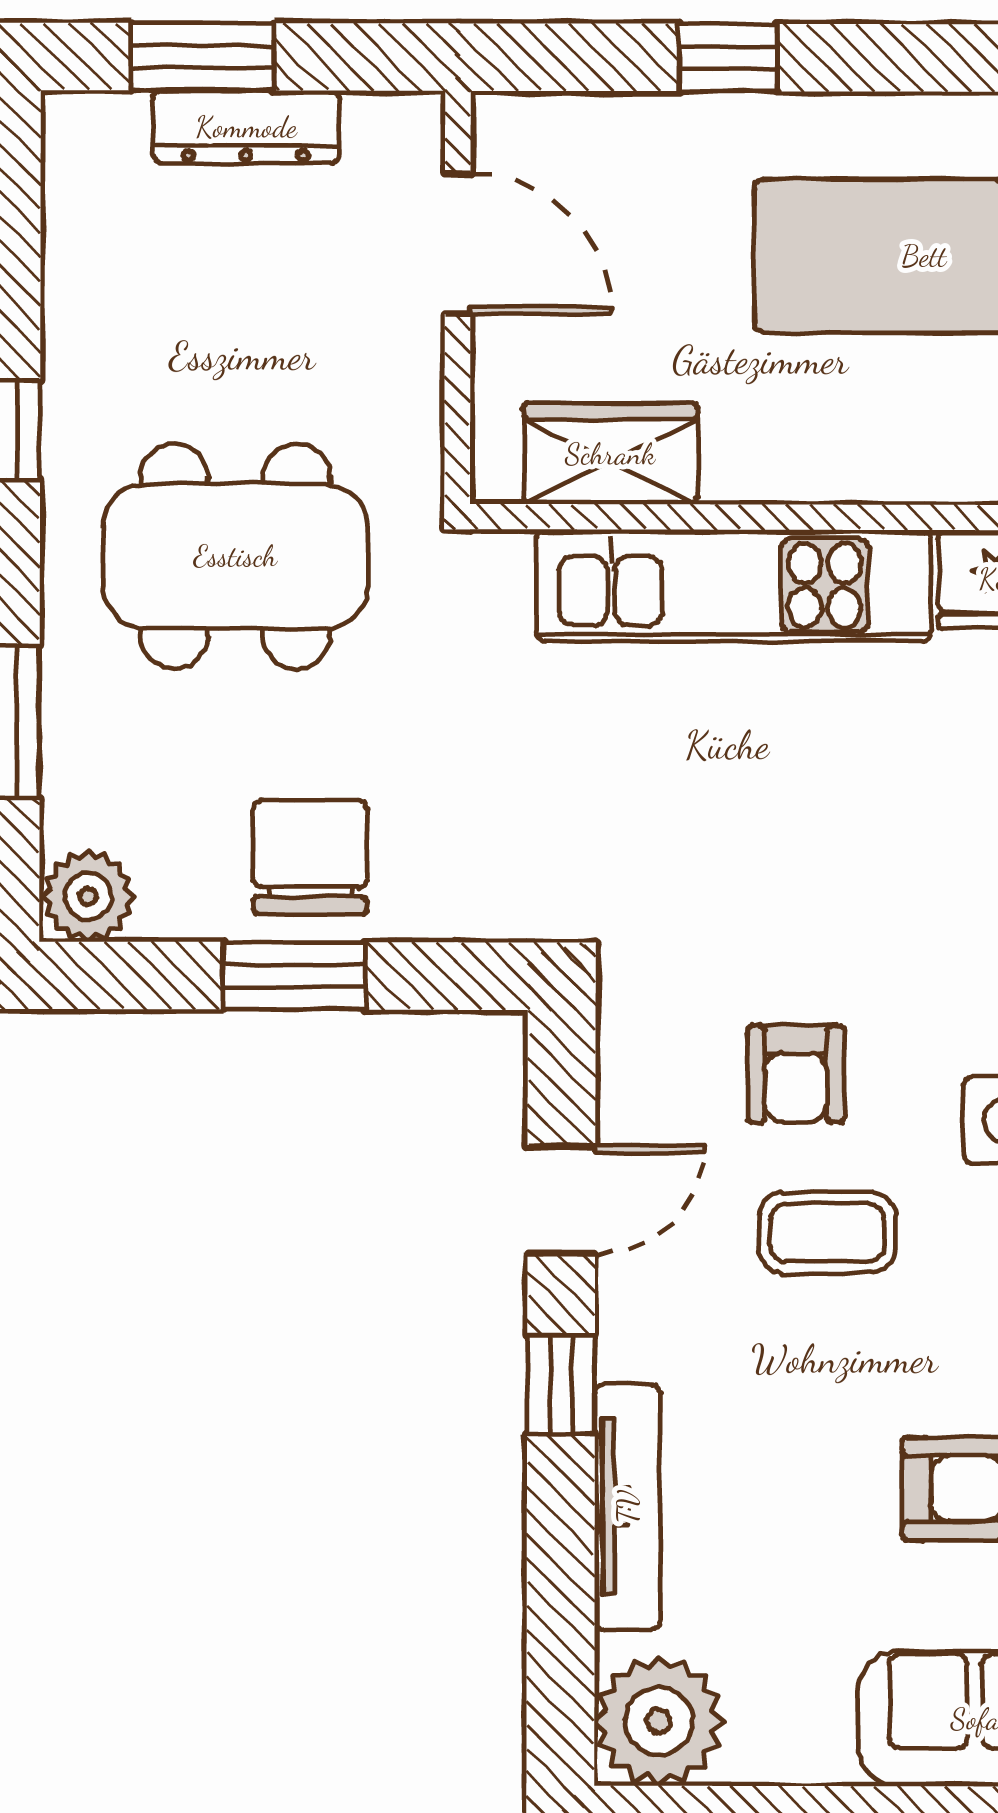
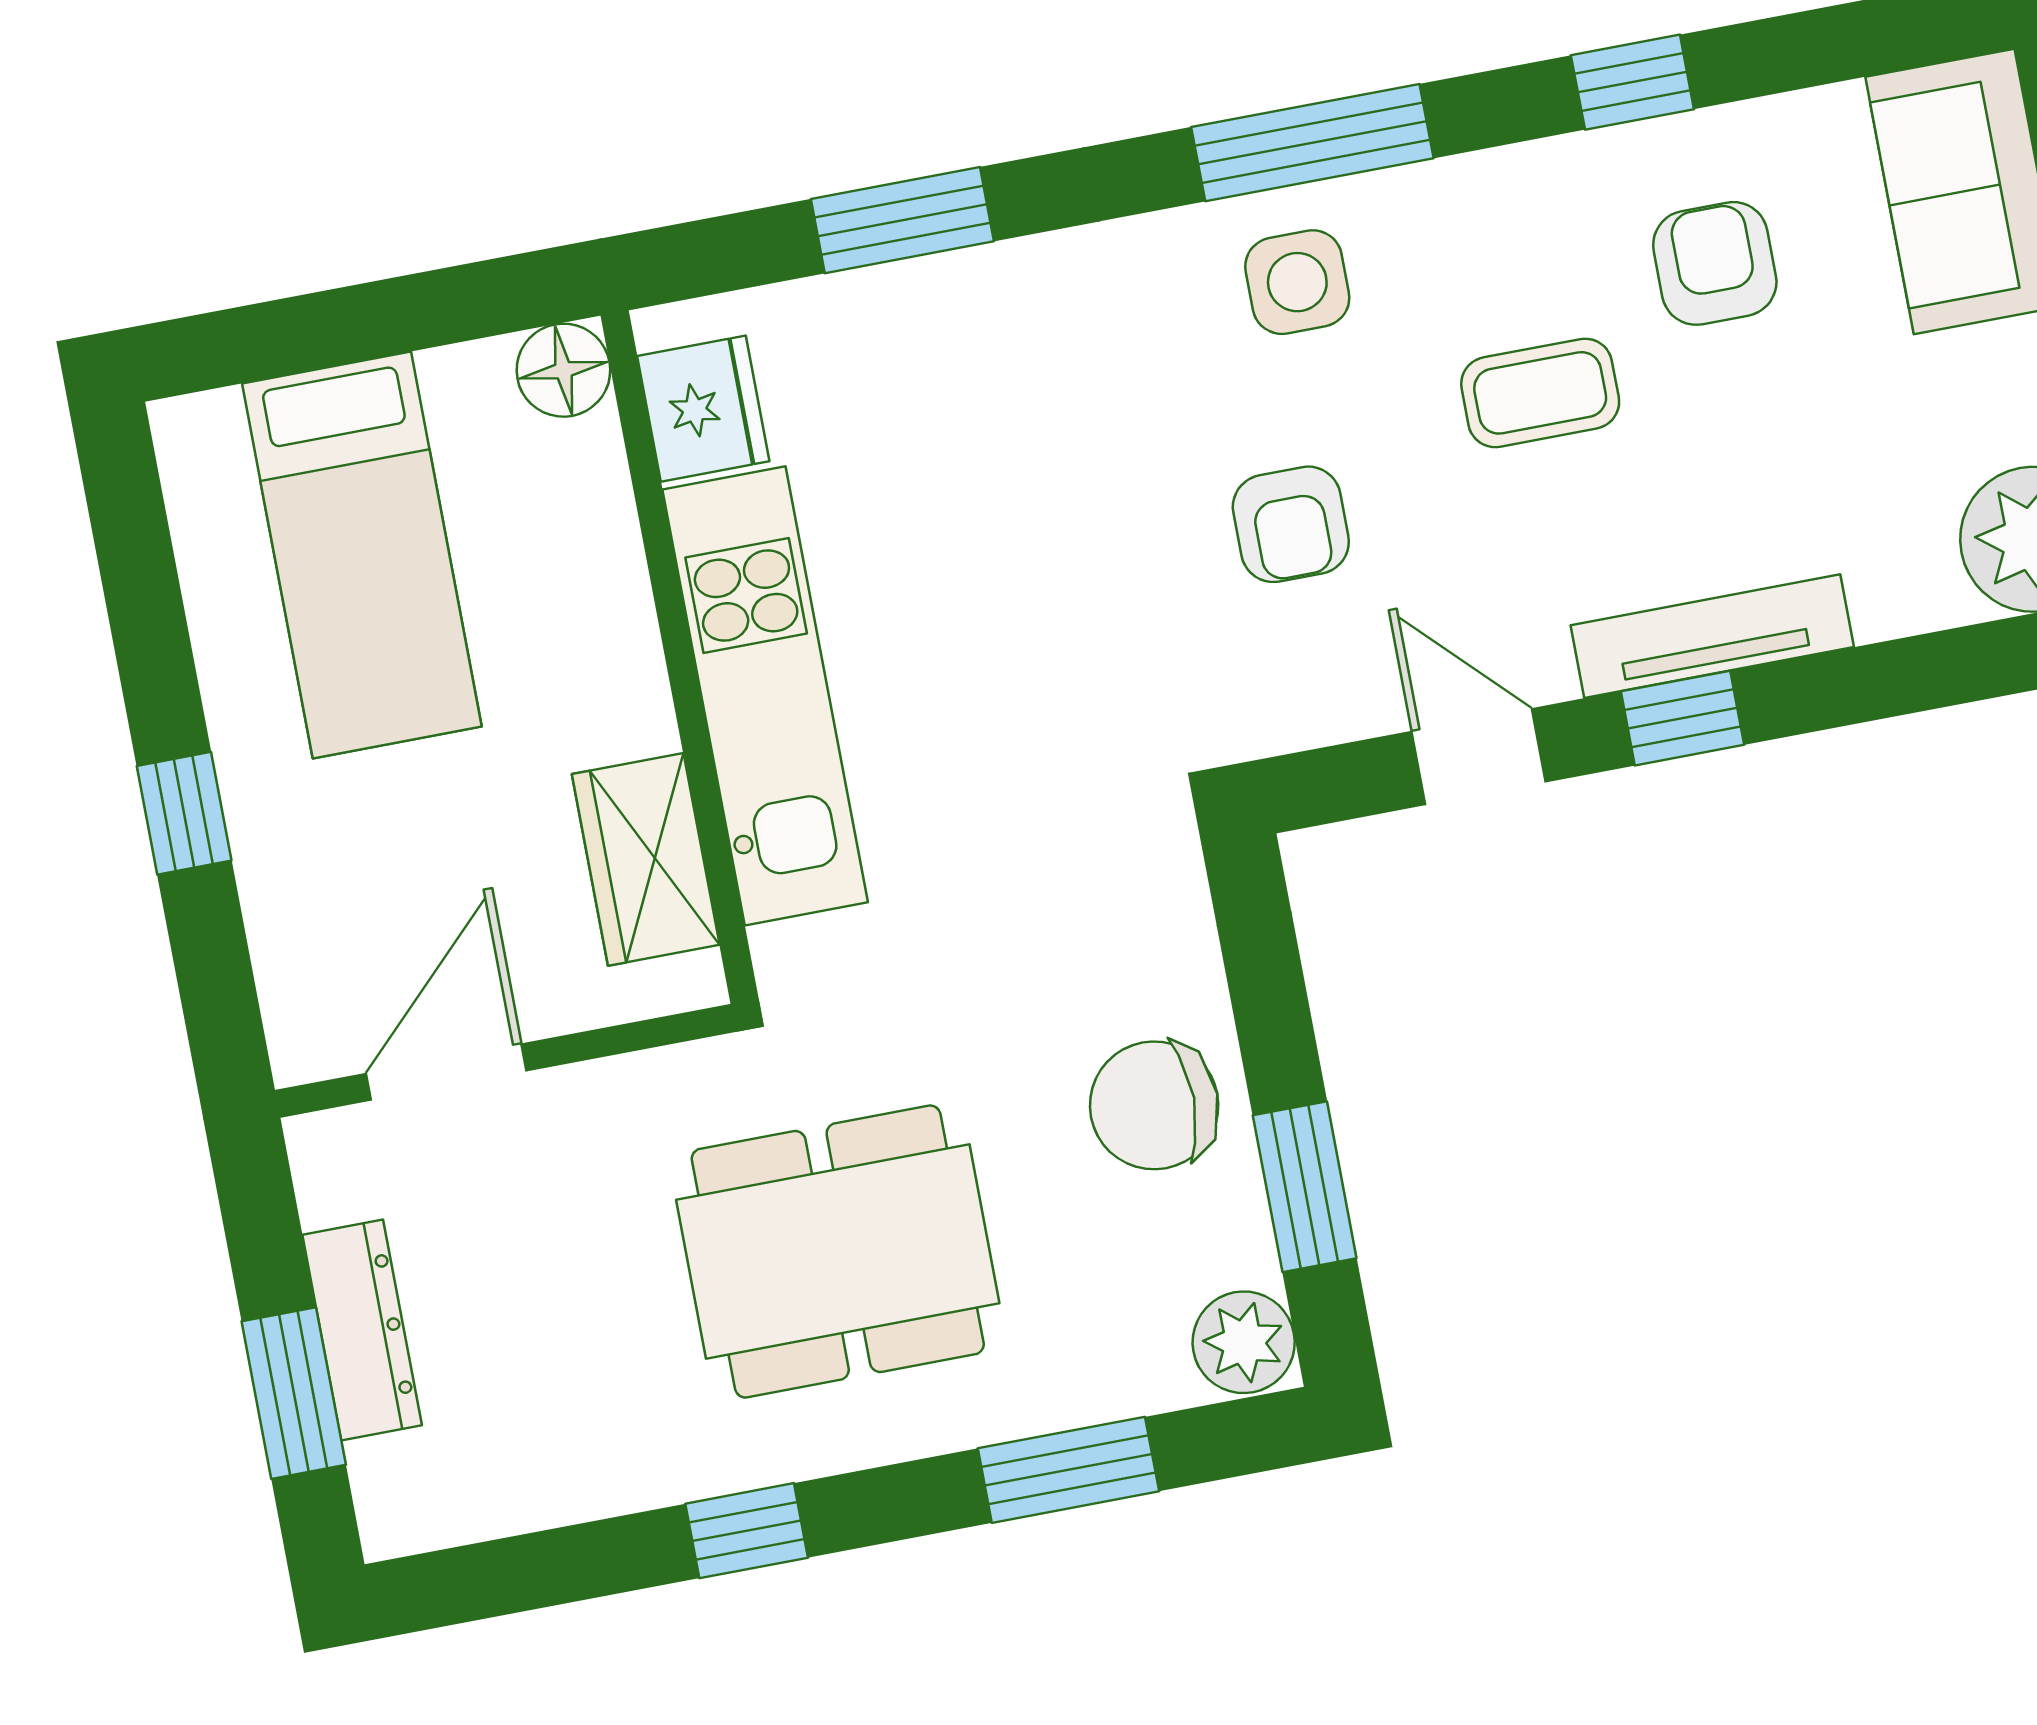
dining table: (235, 556) -> (838, 1252), turned 90
window: (295, 976) -> (1305, 1187), moved
armchair: (796, 1074) -> (1291, 524), turned 90
coffee table: (827, 1233) -> (1540, 393), moved, turned 90
tv unit: (628, 1507) -> (1712, 636), moved

